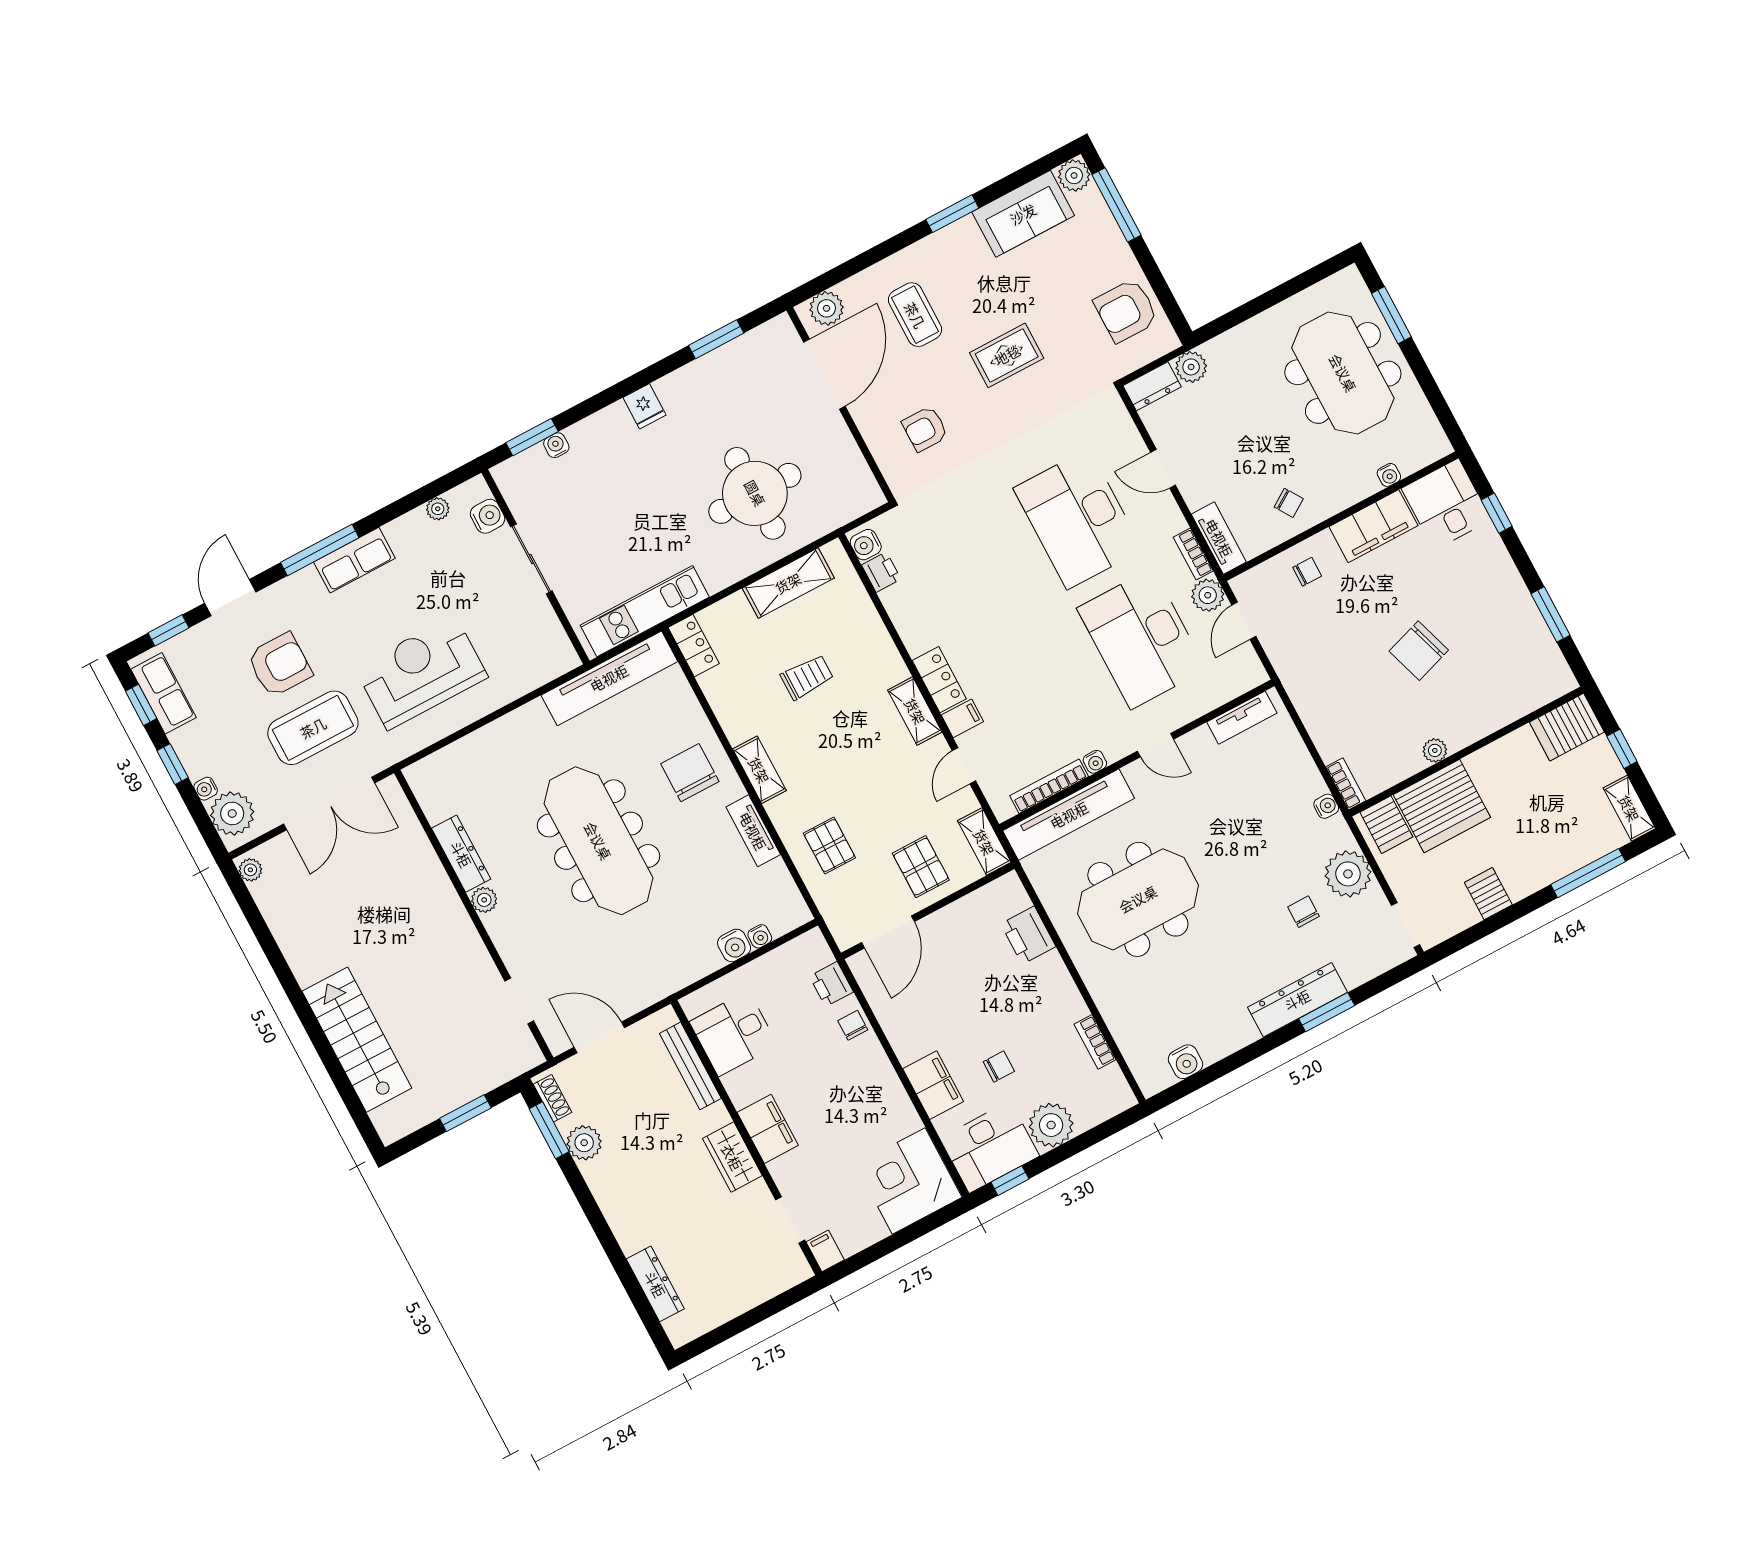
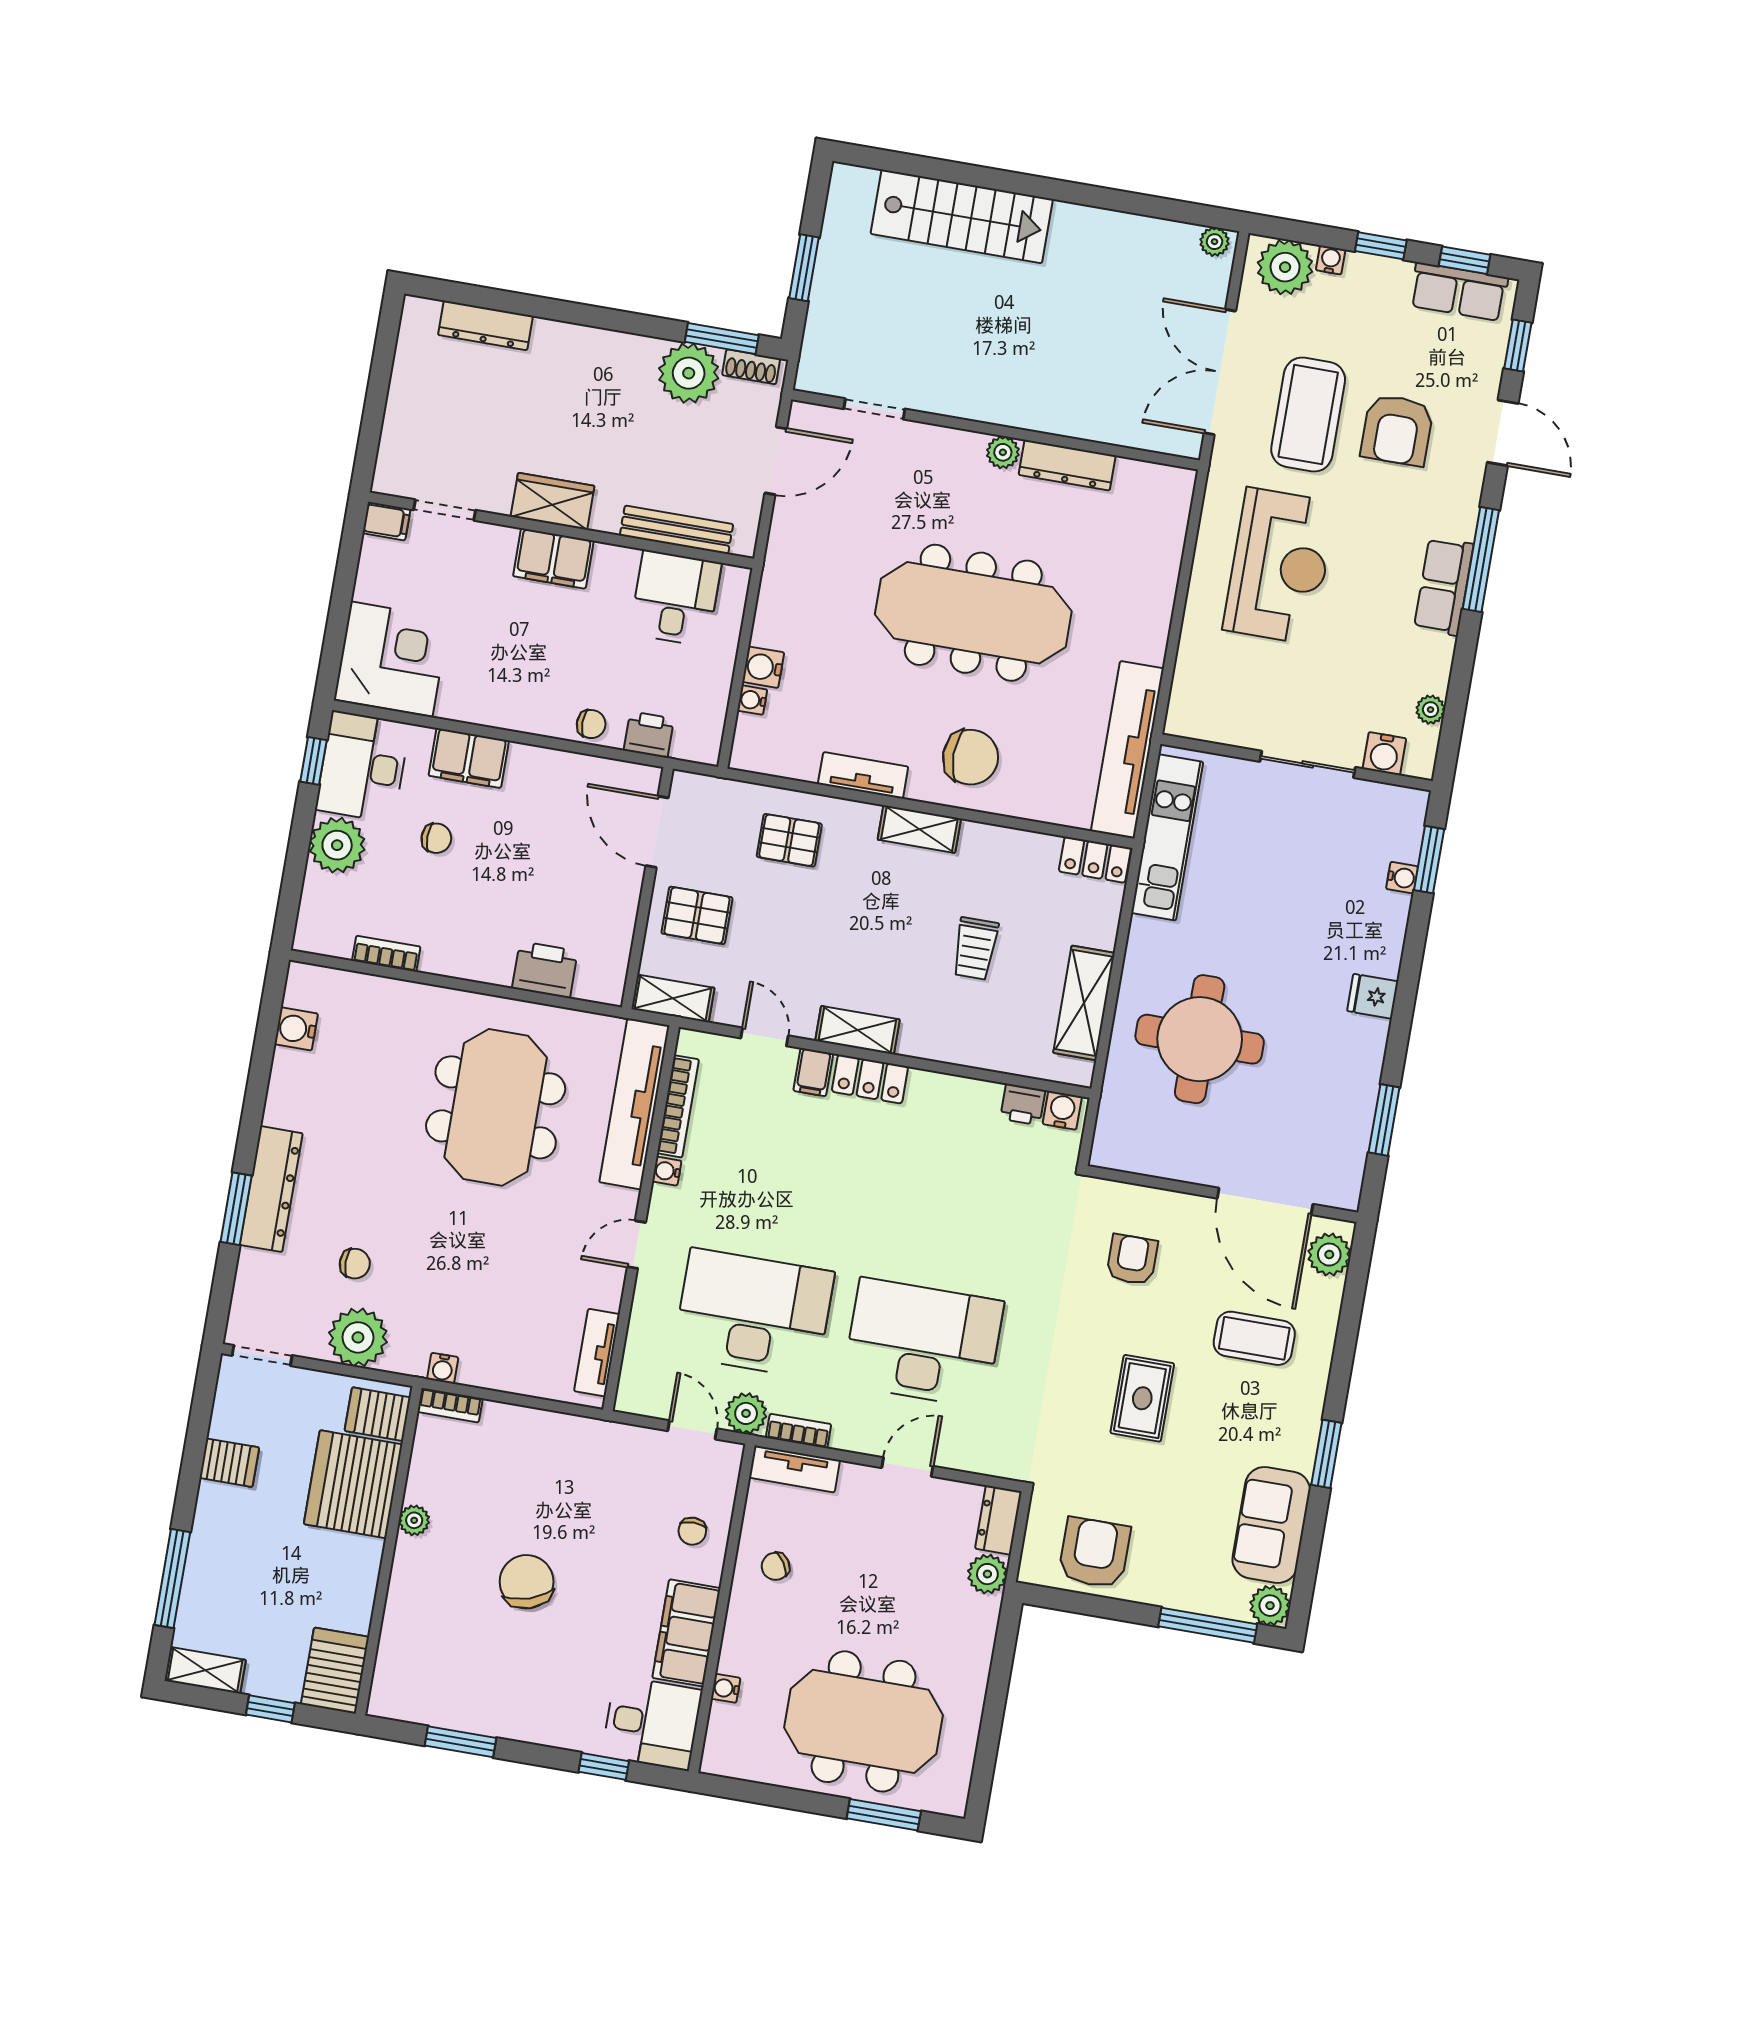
chair: (999, 1066) -> (436, 838), turned -90
plant: (584, 1143) -> (689, 373), width x1.36, depth x1.36

